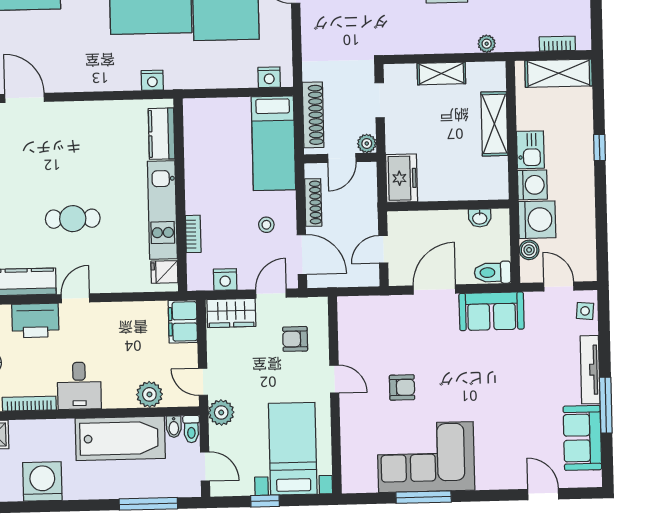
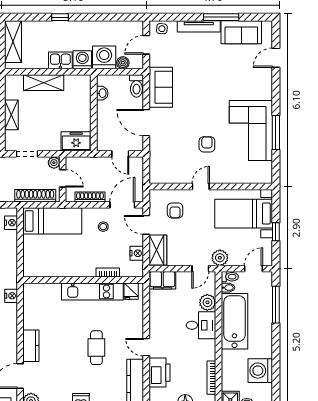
kitchen counter: (162, 134) -> (31, 346), moved, turned -90
desk: (79, 386) -> (201, 325), moved

